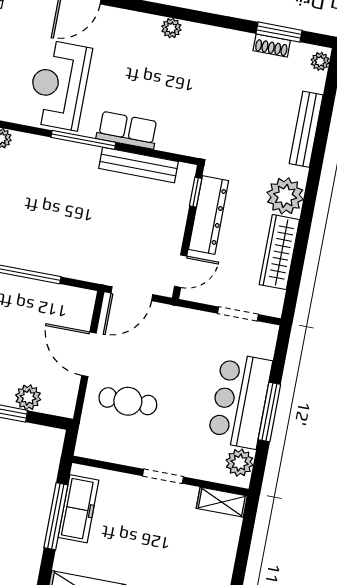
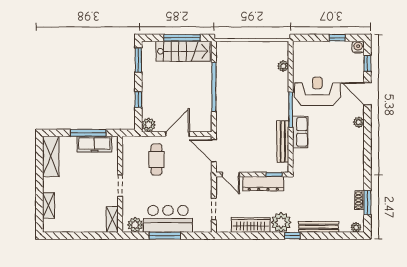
plant: (171, 28) -> (359, 122), moved
window: (313, 180) -> (292, 236), added
plant: (28, 397) -> (149, 125), moved

